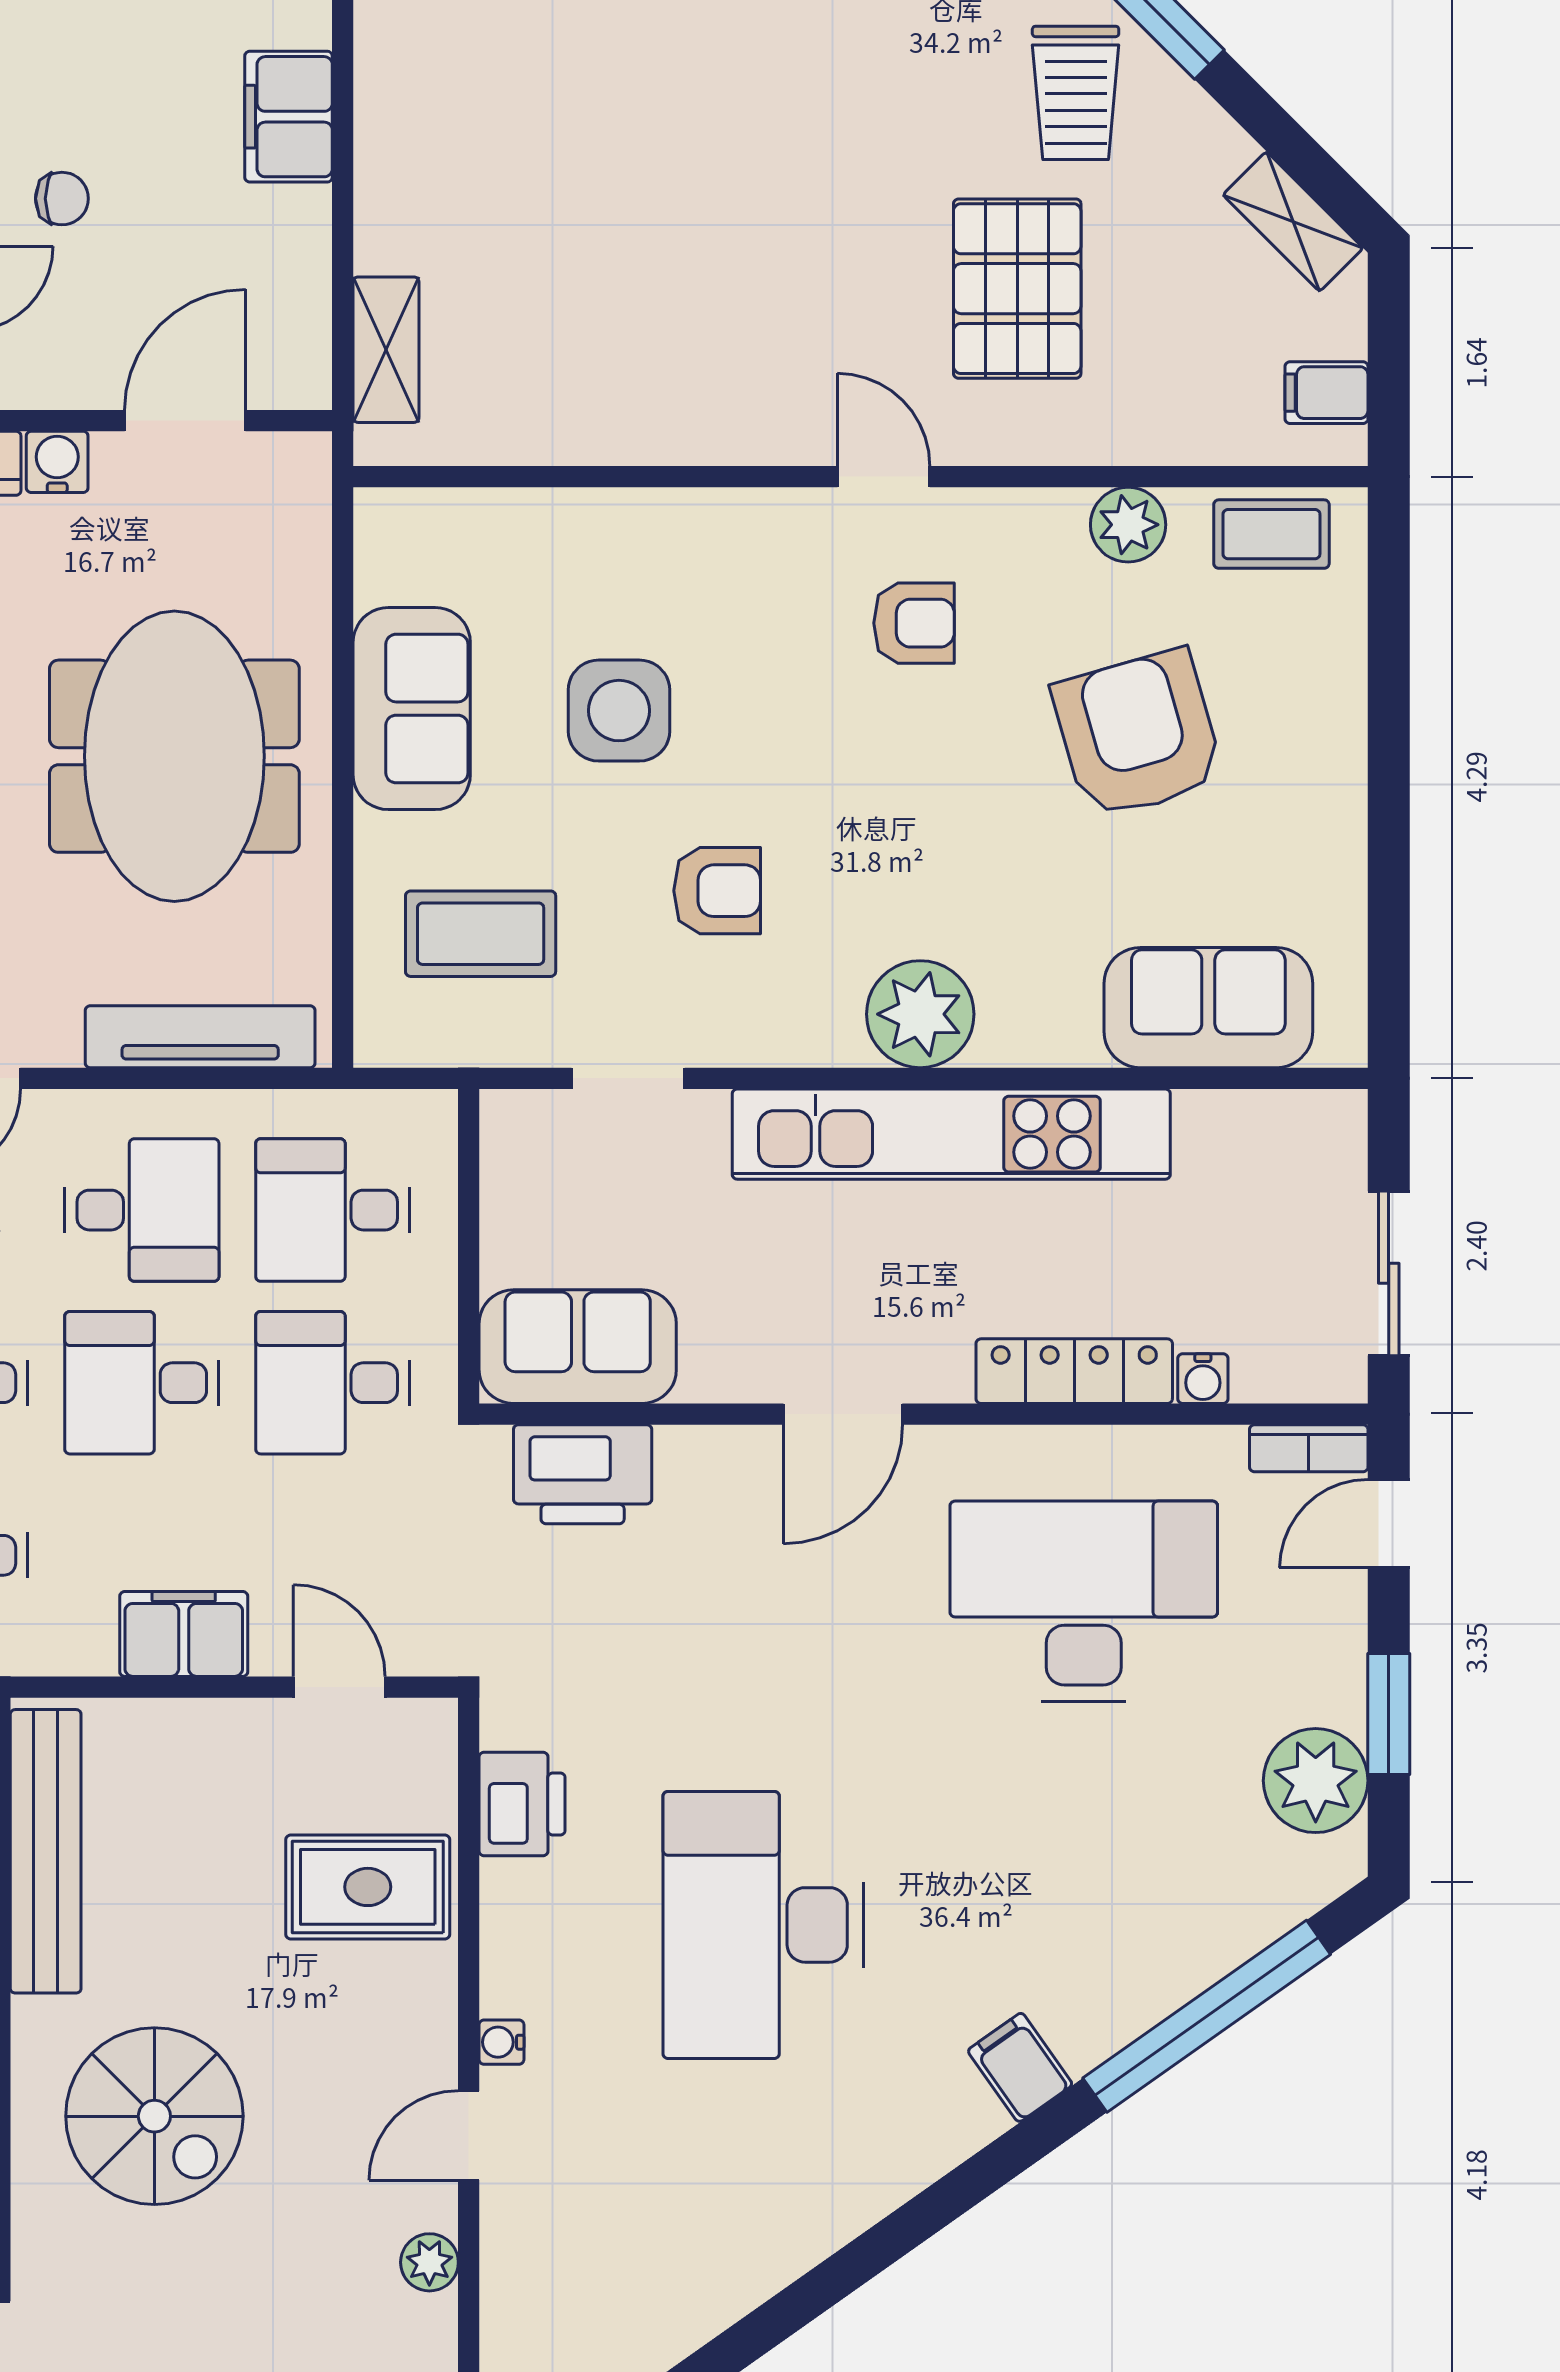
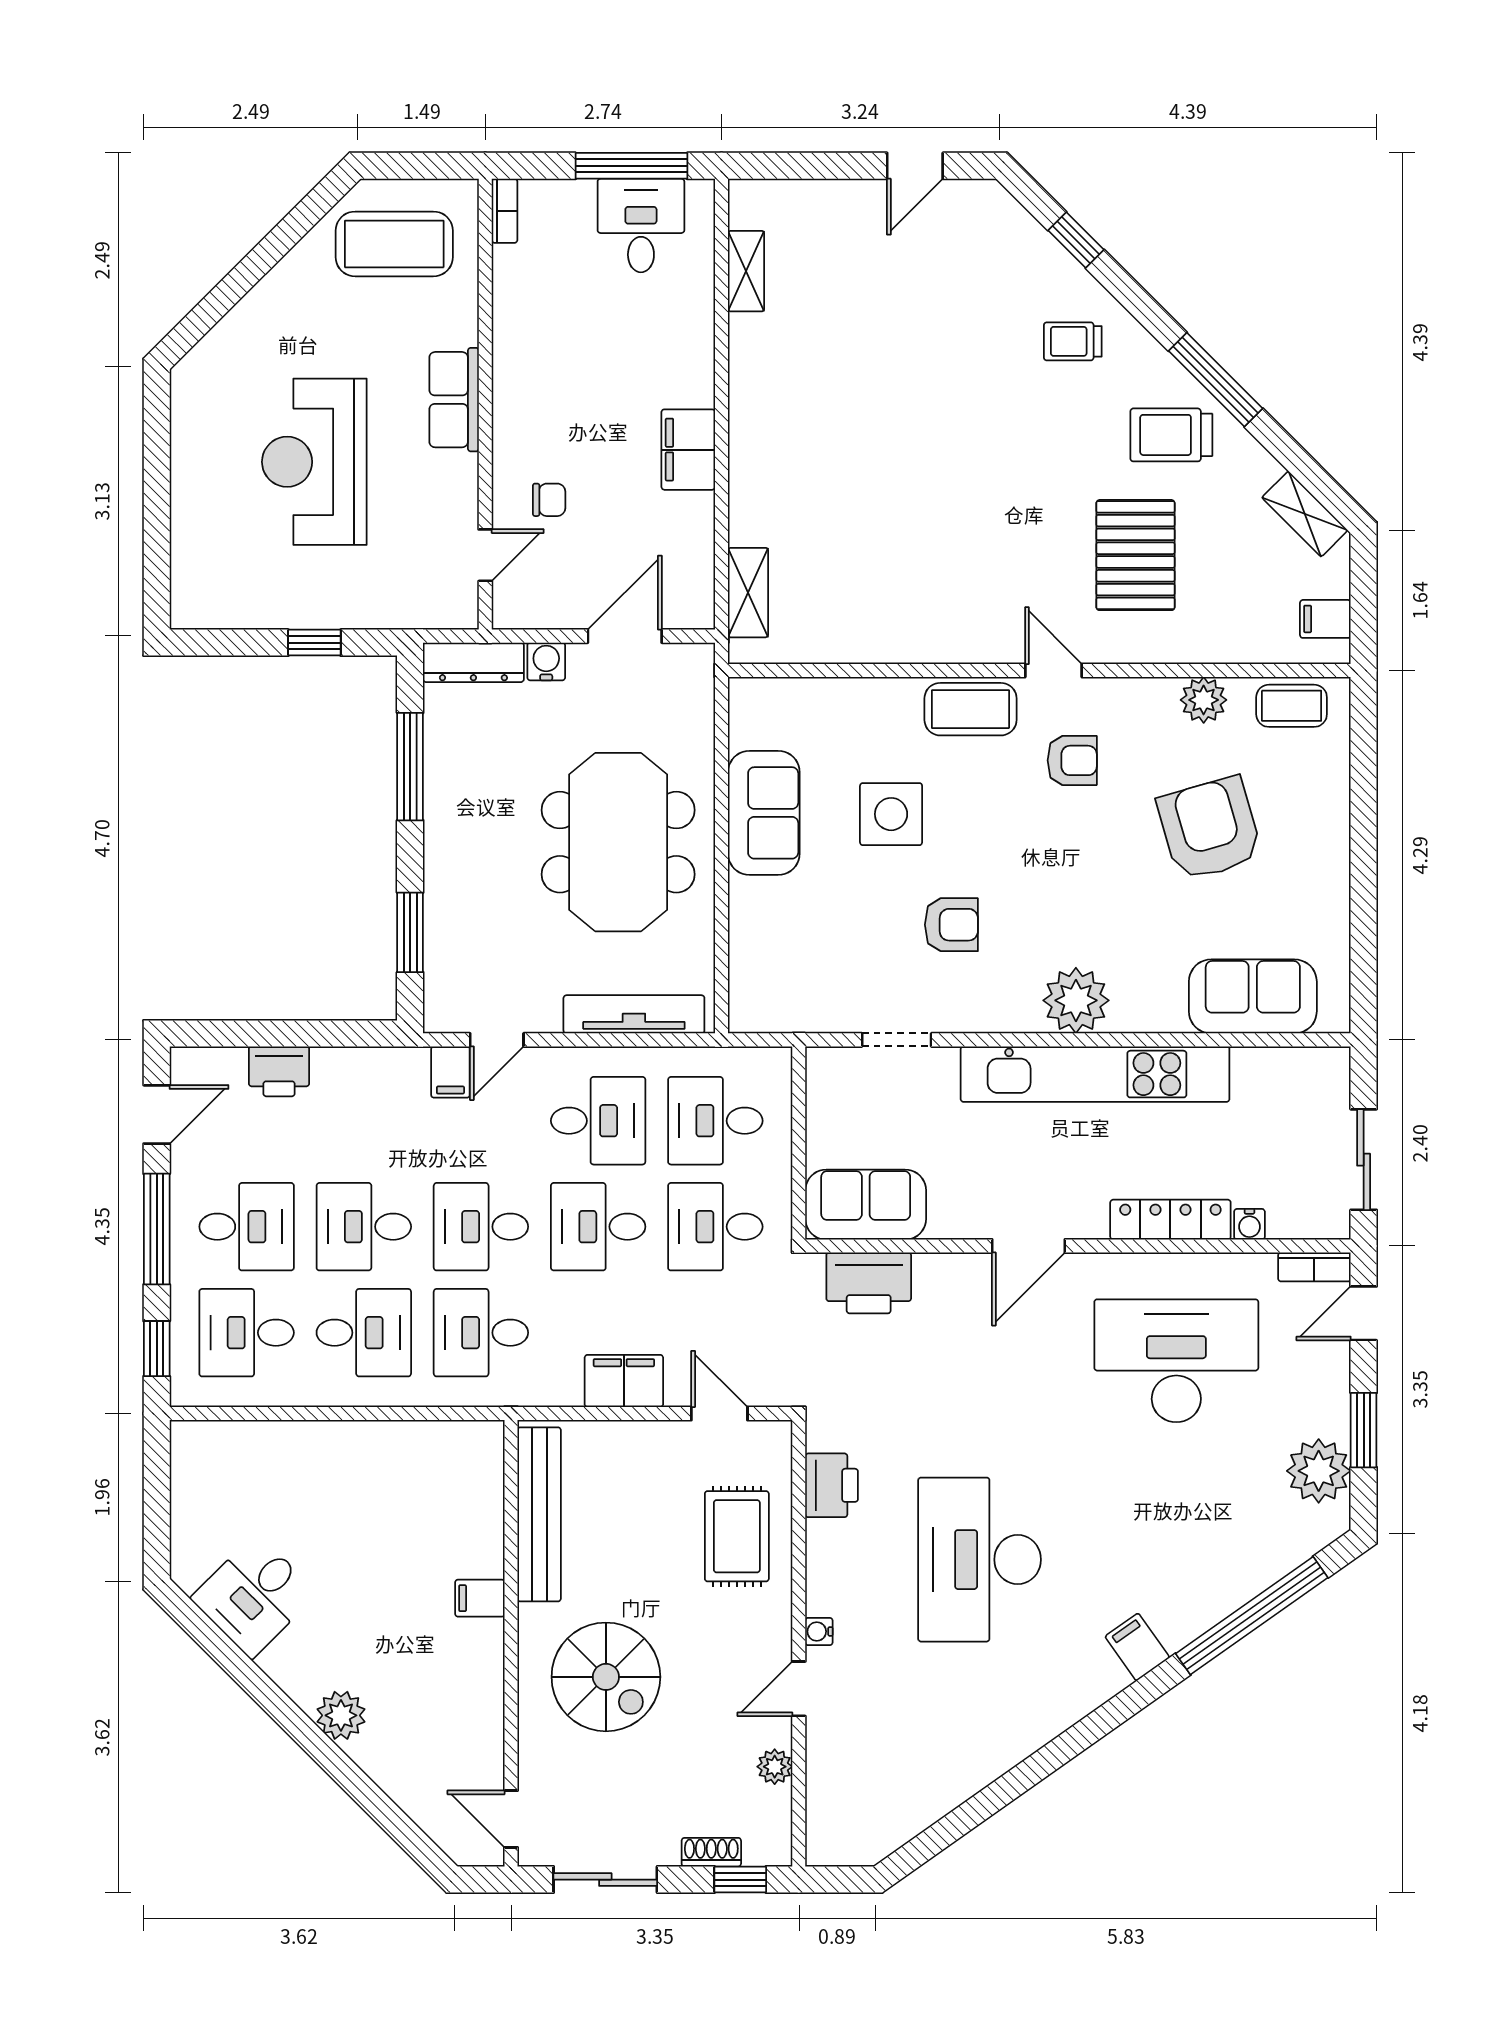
trolley: (1076, 93) -> (1171, 435), turned 90
coffee table: (481, 934) -> (971, 709), moved
rug: (368, 1887) -> (737, 1536), turned 90

